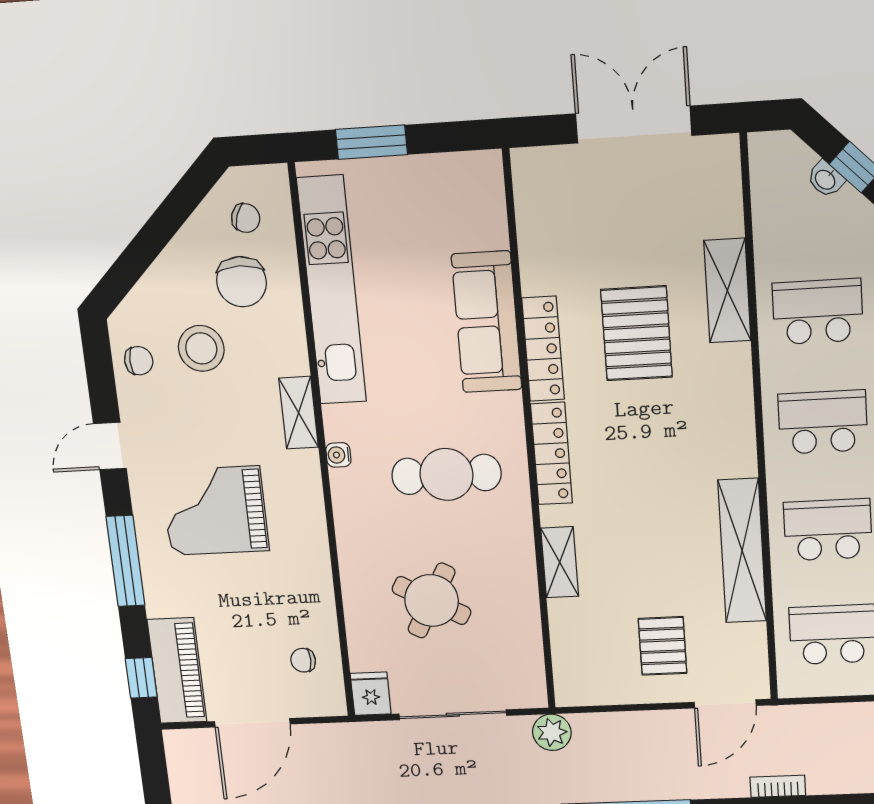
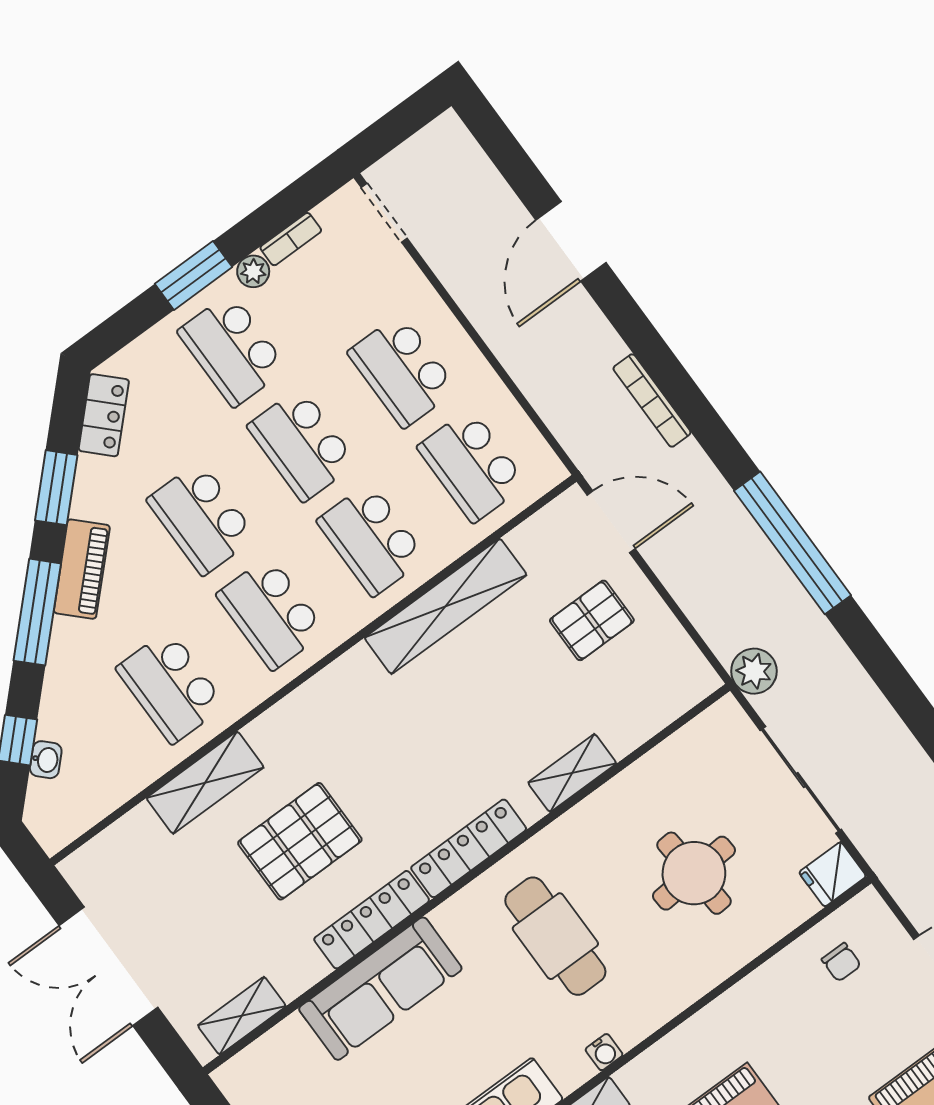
shelving: (531, 204) -> (242, 1016), added
round table: (432, 601) -> (694, 873), turned -33
bookcase: (778, 786) -> (652, 401), width x1.56

